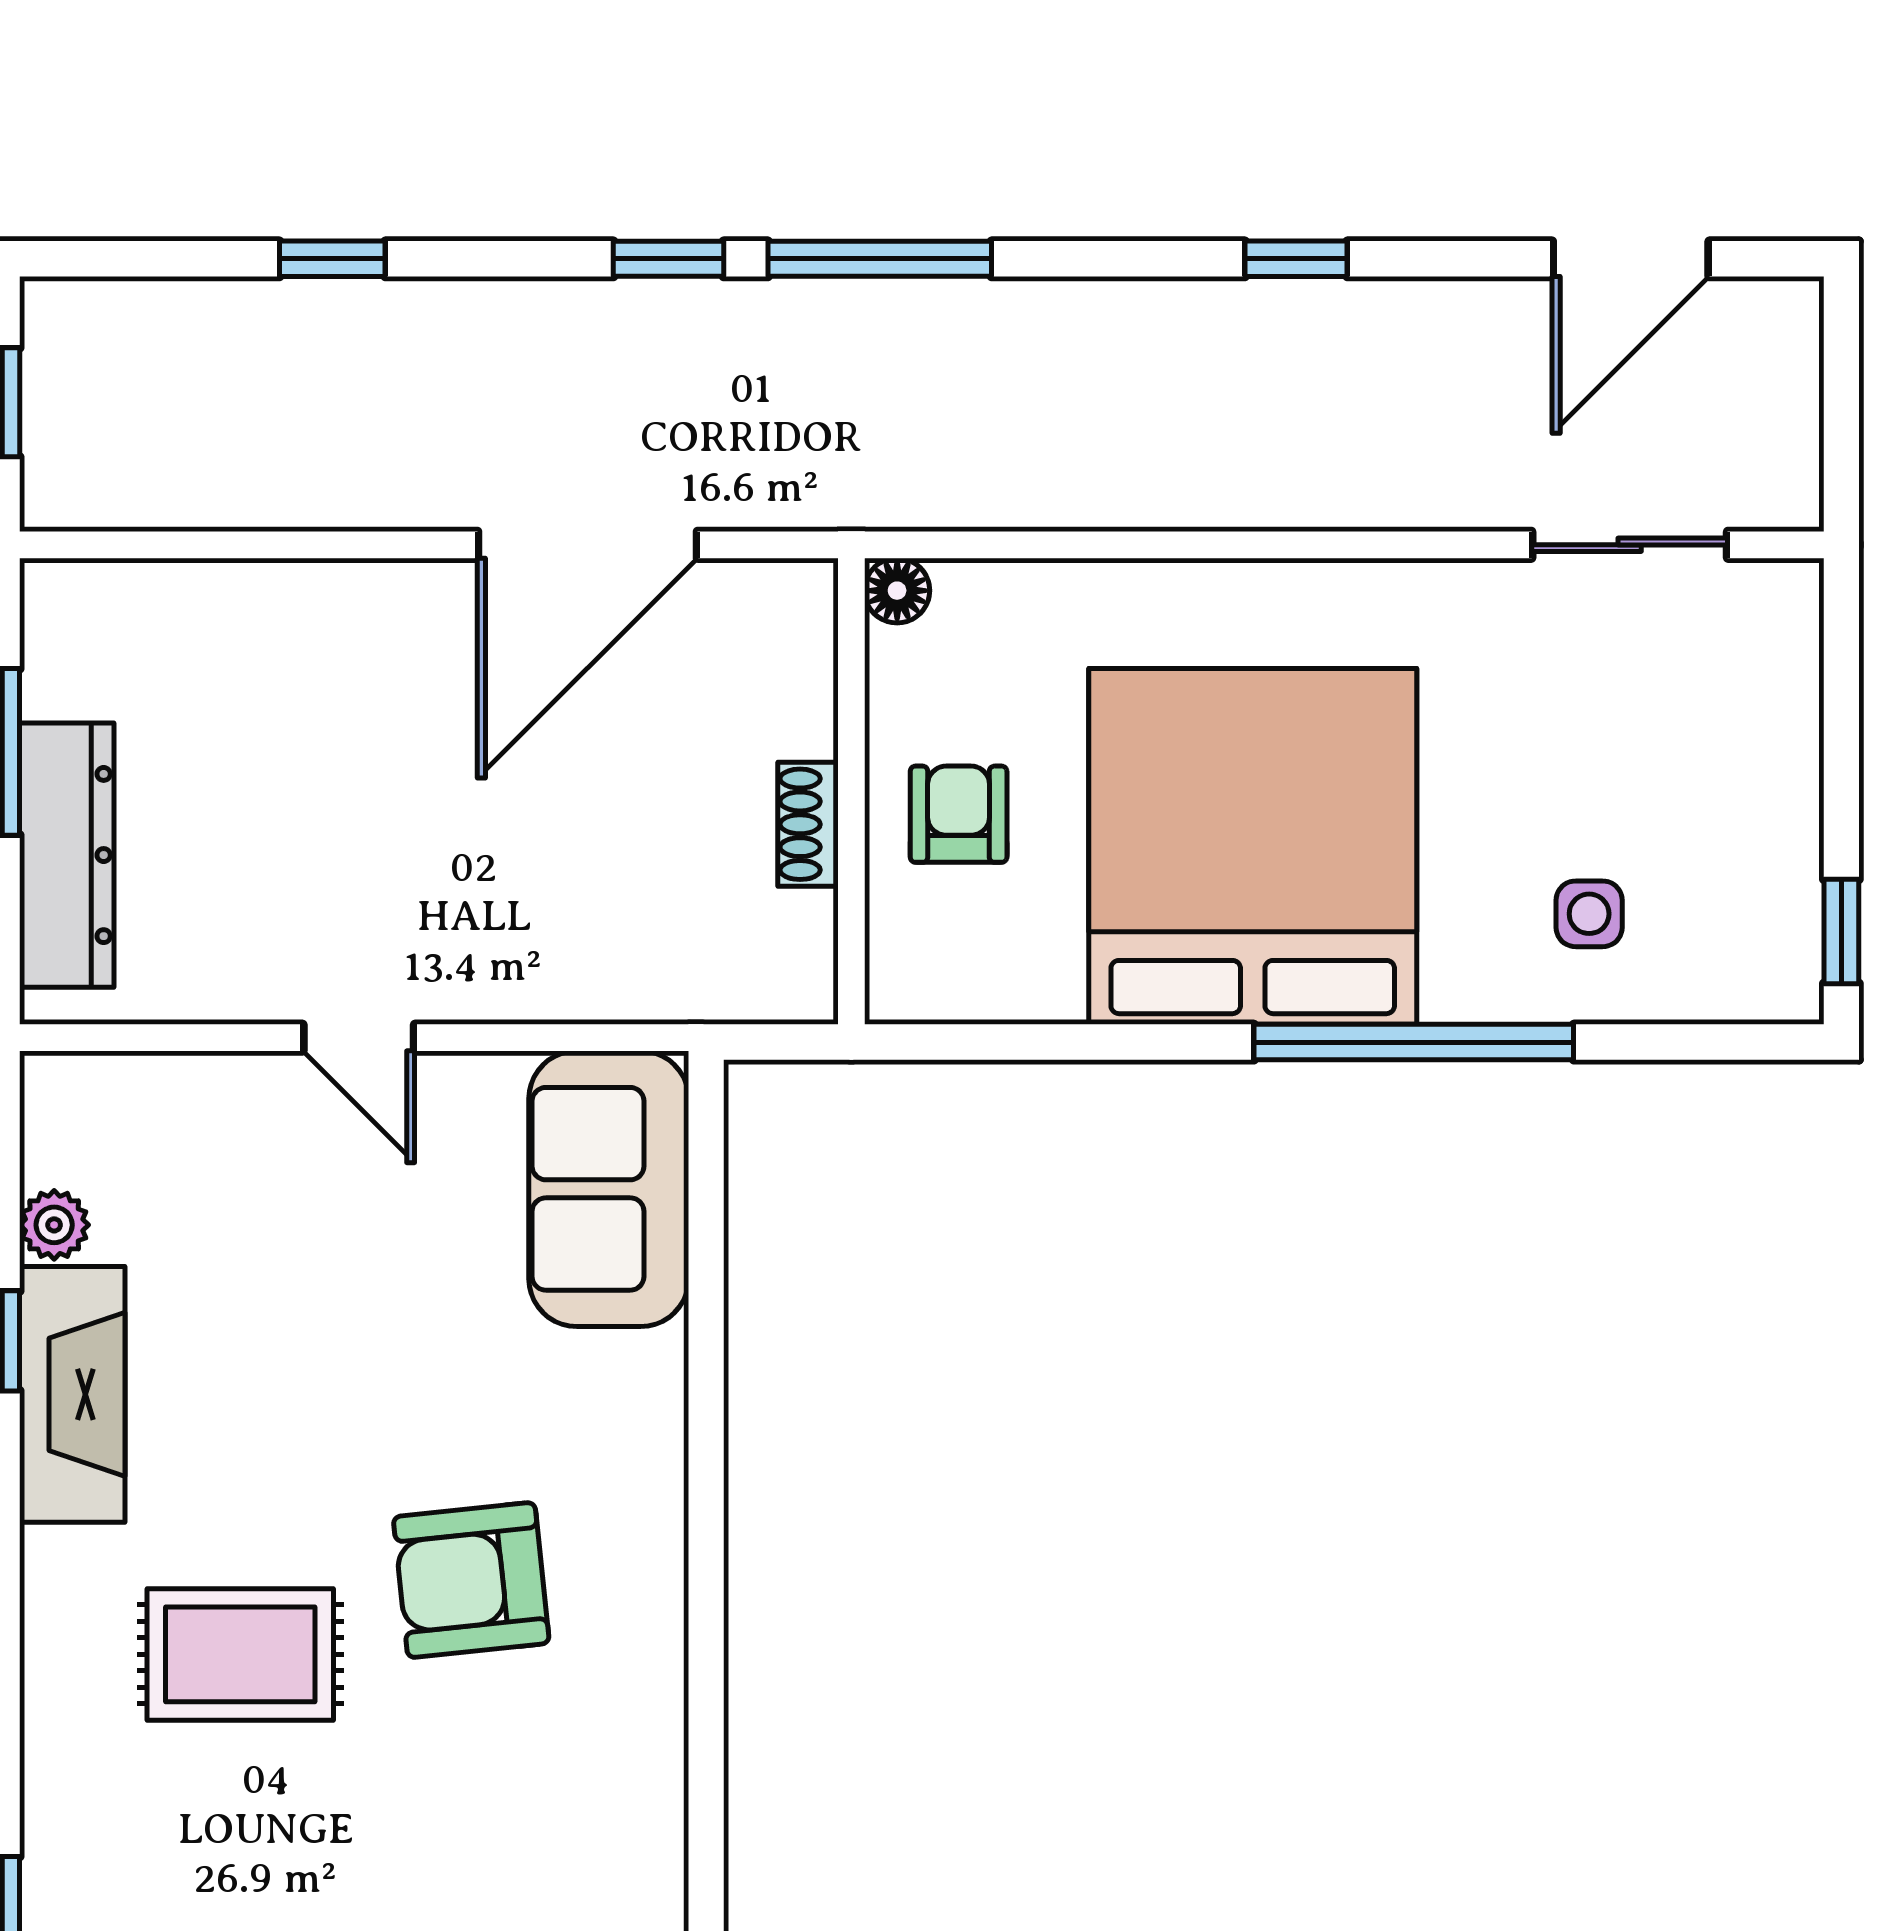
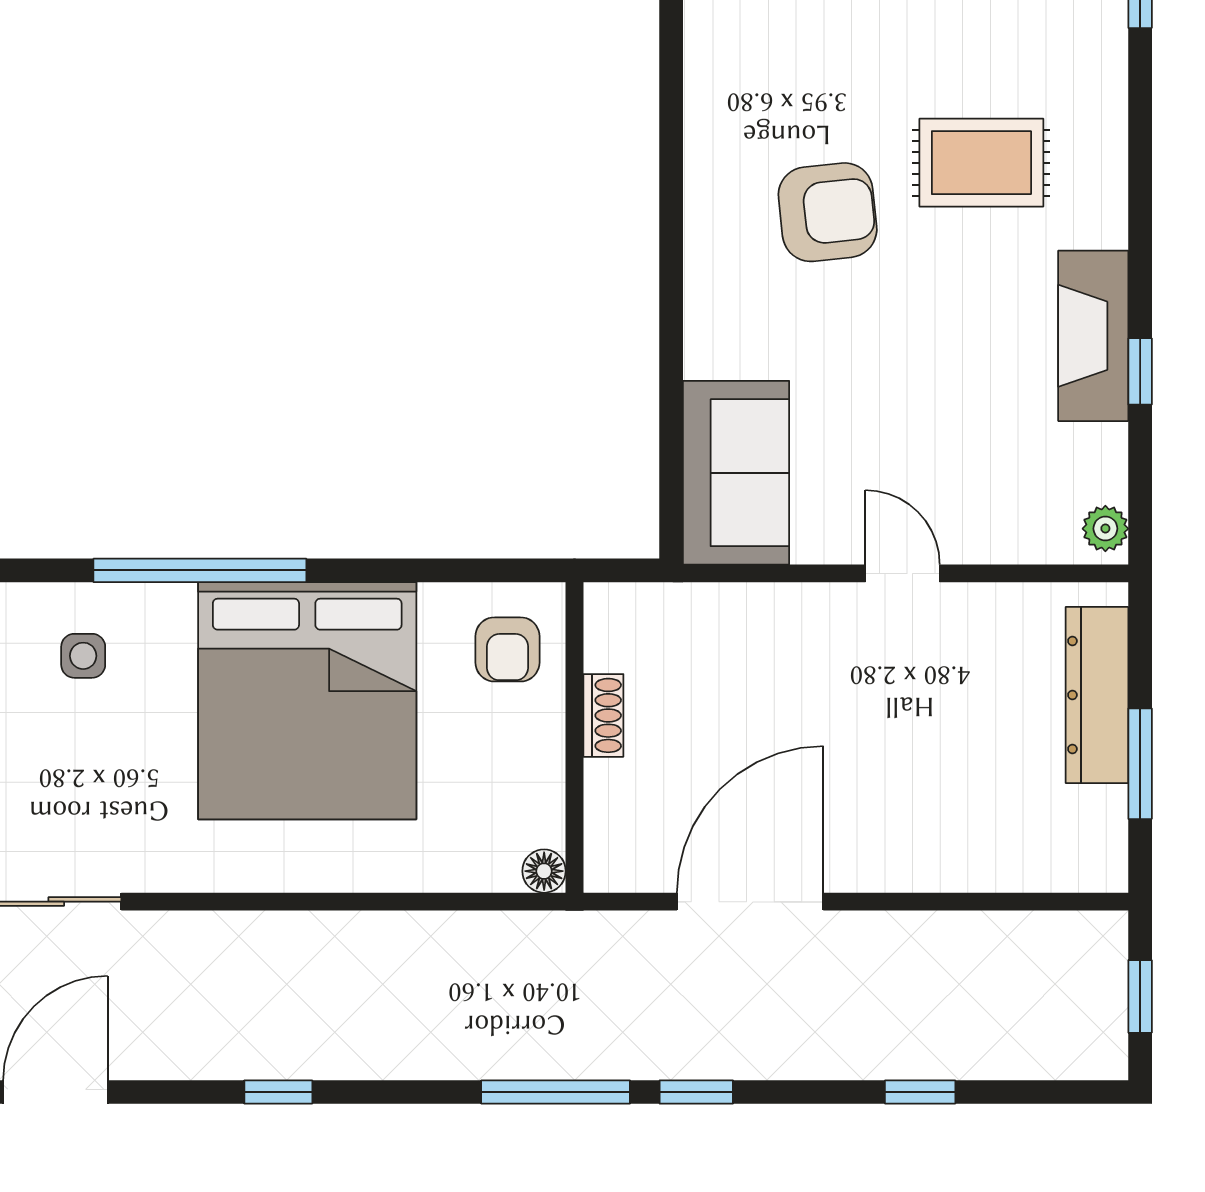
armchair: (959, 814) -> (507, 649), moved
plant: (54, 1225) -> (1105, 529), moved

